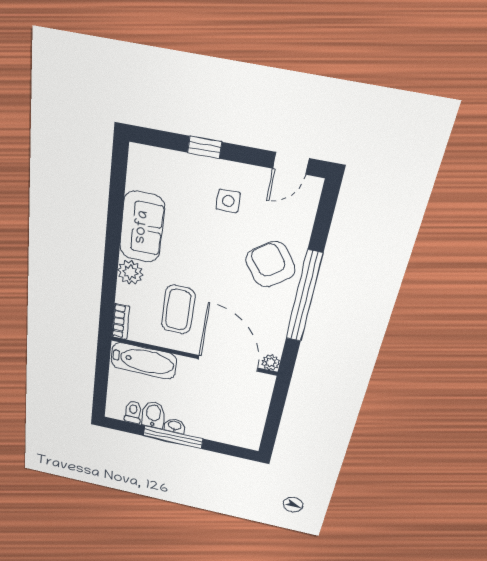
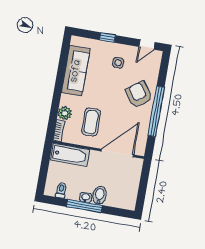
sofa: (142, 227) -> (76, 71), width x1.36
plant: (130, 272) -> (65, 113), moved
plant: (271, 362) -> (140, 151), removed
door: (228, 363) -> (117, 153), hinge flipped
bidet: (153, 415) -> (100, 195), moved

